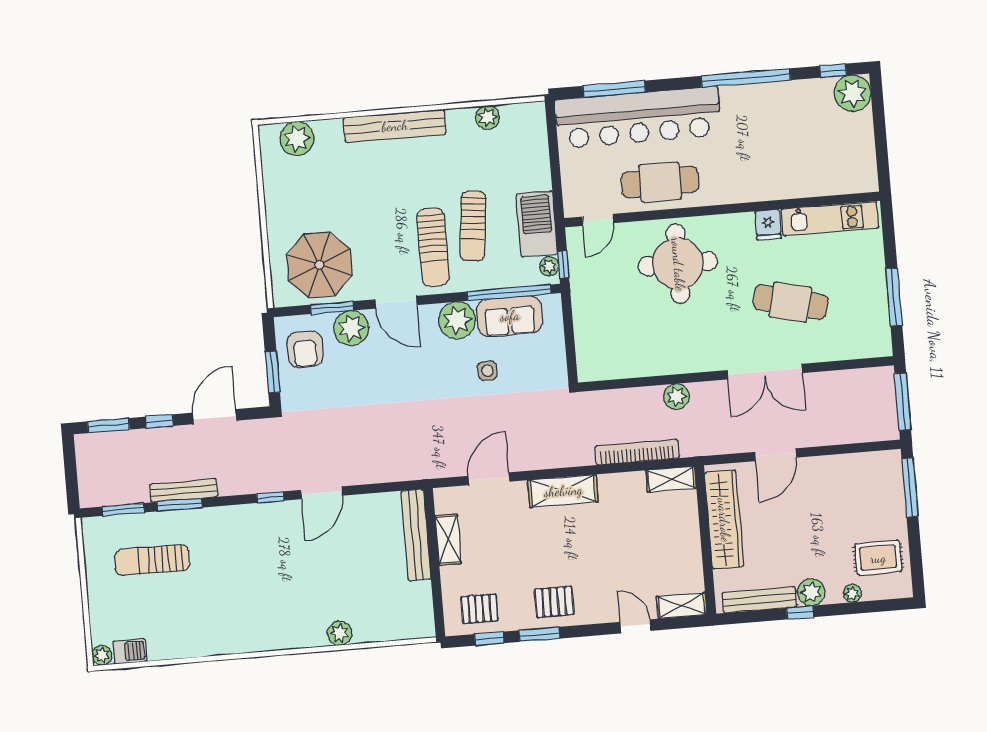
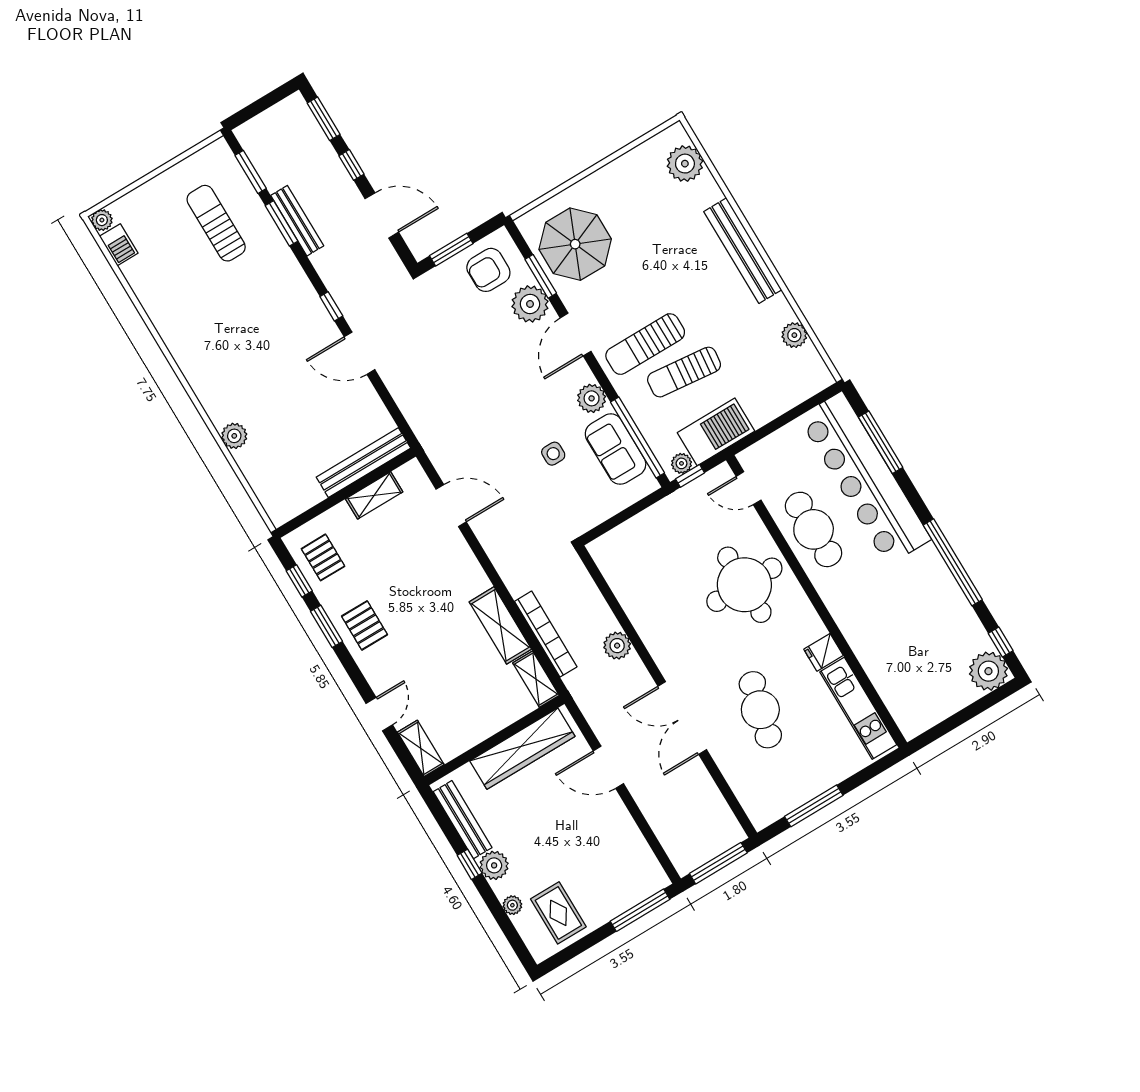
plant: (457, 320) -> (592, 398), width x0.73, depth x0.73
shelving: (563, 491) -> (500, 625), moved

